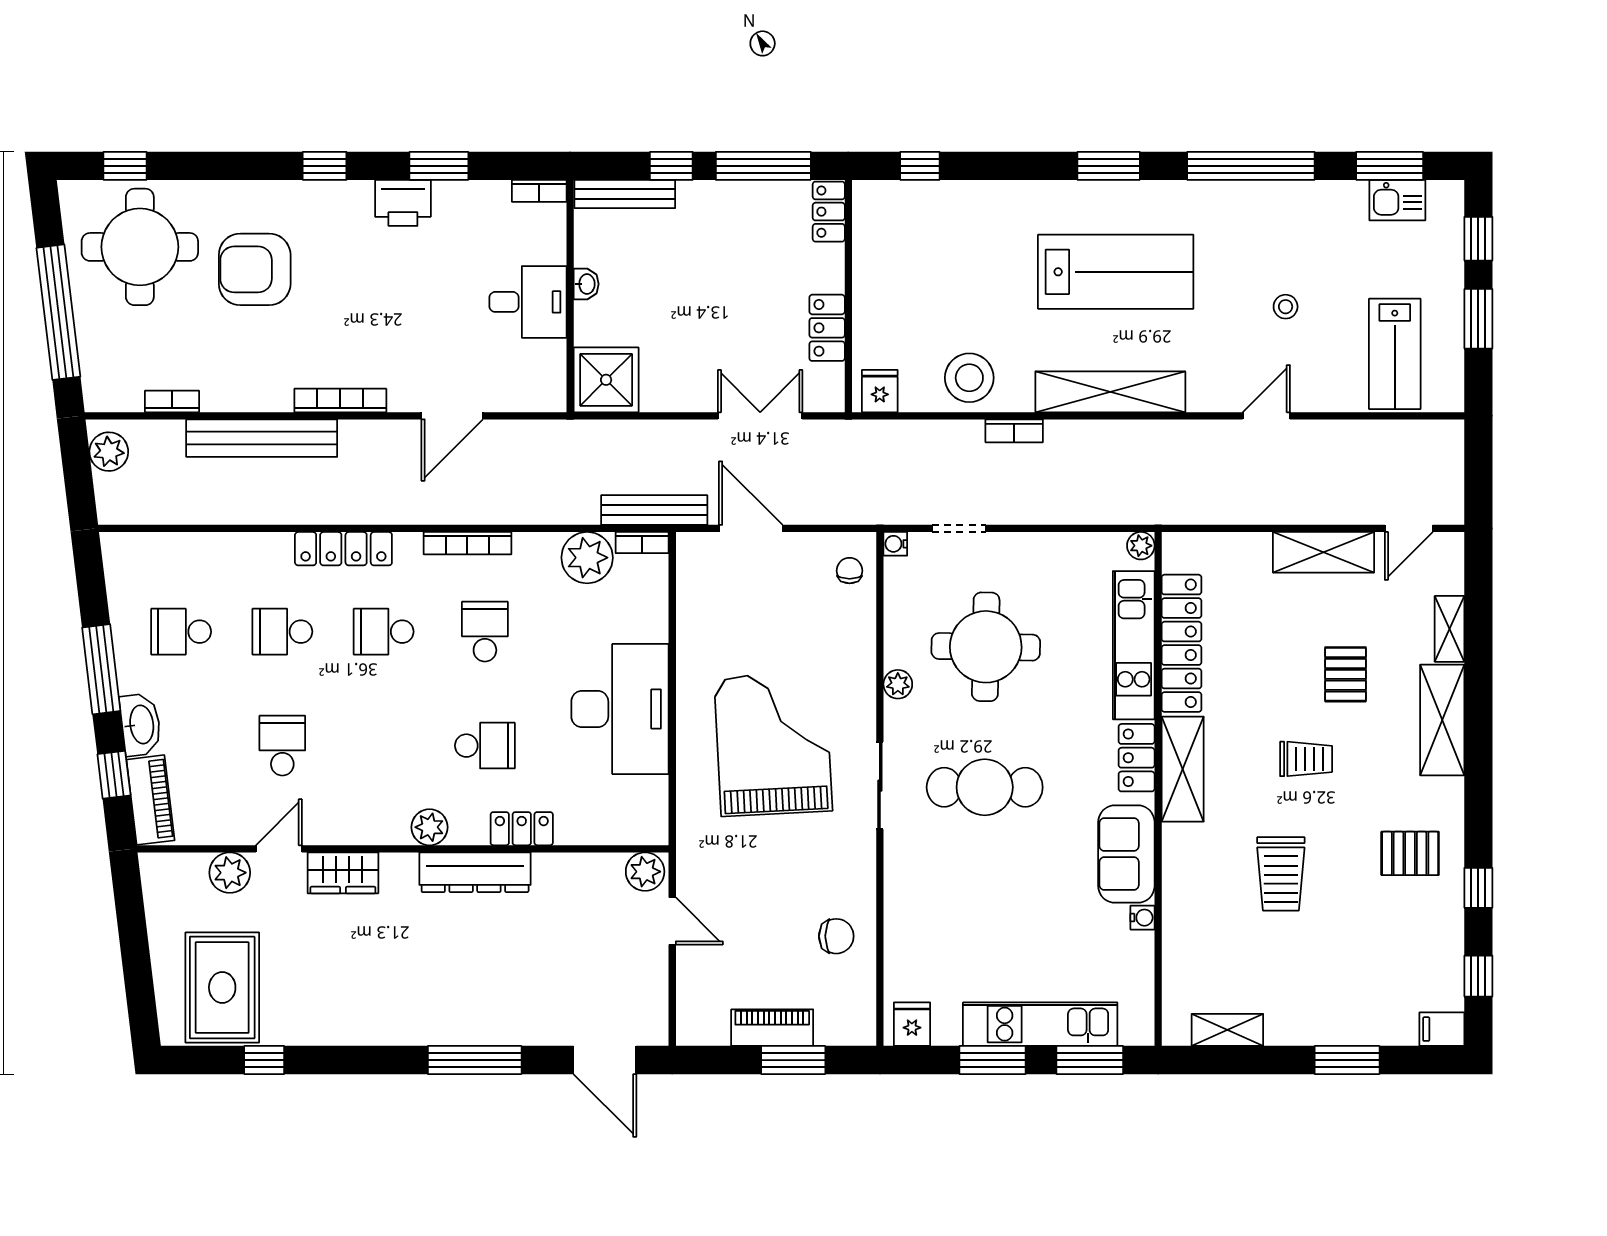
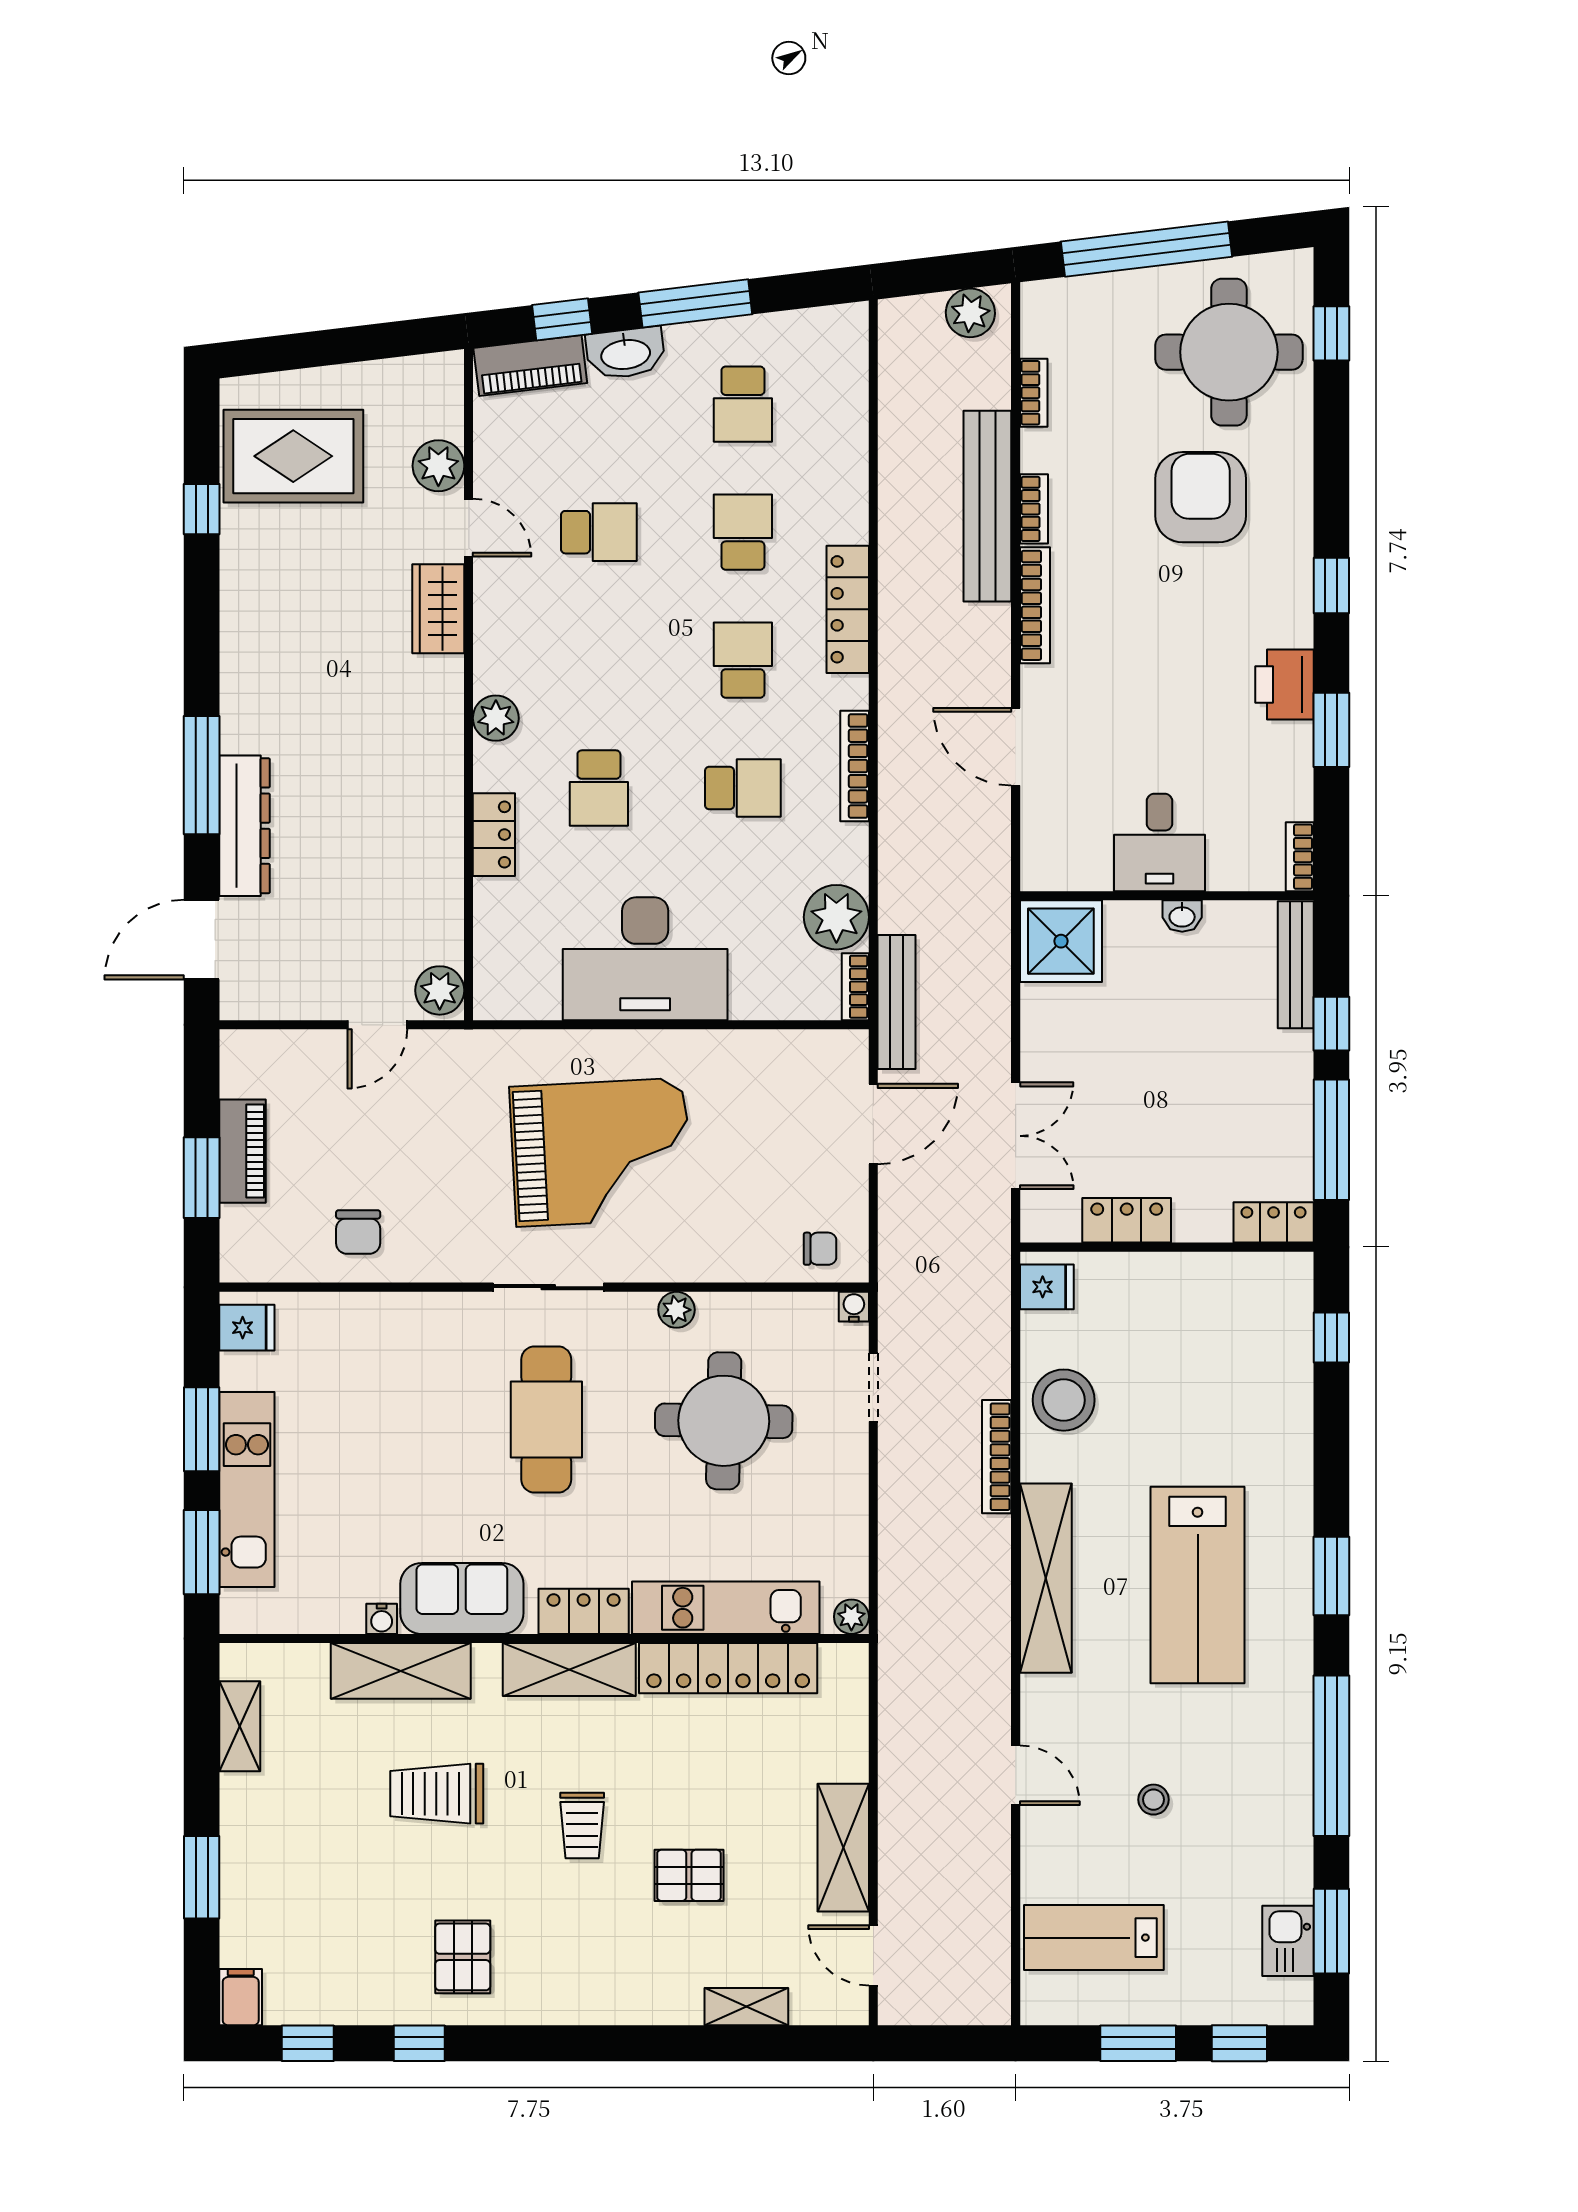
bookcase: (264, 401) -> (1034, 509), added
bookcase: (1014, 431) -> (997, 1457), width x1.56
school desk: (181, 632) -> (743, 404), turned 180
shelving: (1442, 720) -> (401, 1671), moved
dresser: (475, 872) -> (245, 826), moved, turned 180

